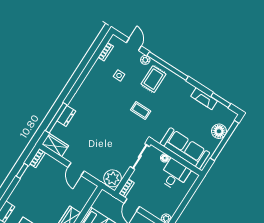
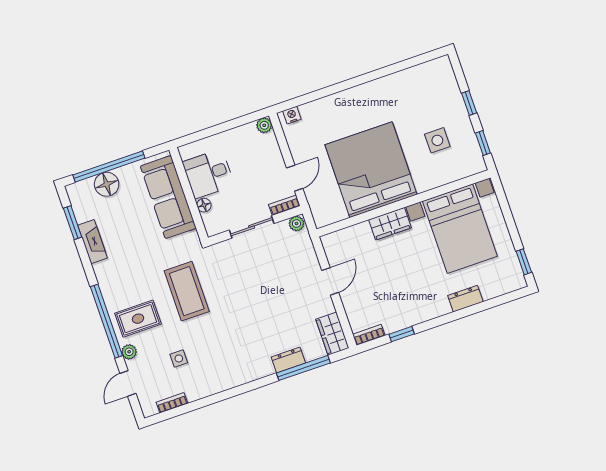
coffee table: (141, 110) -> (187, 291), width x1.86, depth x1.72
sliding door: (140, 157) -> (252, 227), moved
plant: (113, 178) -> (296, 223), width x0.53, depth x0.53

